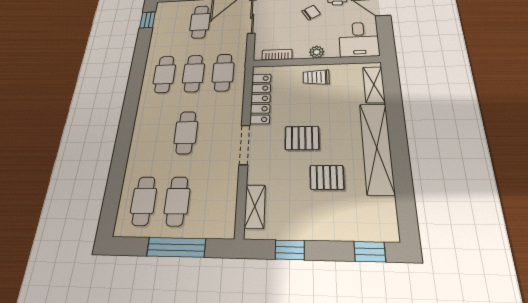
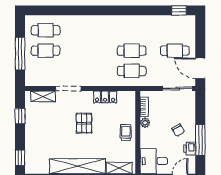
plant: (317, 52) -> (145, 123), moved
cafe table: (164, 74) -> (132, 30), removed
locker: (261, 98) -> (105, 97), width x0.66
cafe table: (186, 132) -> (89, 51), removed
doorway: (245, 145) -> (68, 88), moved
pallet: (327, 177) -> (60, 137), removed

